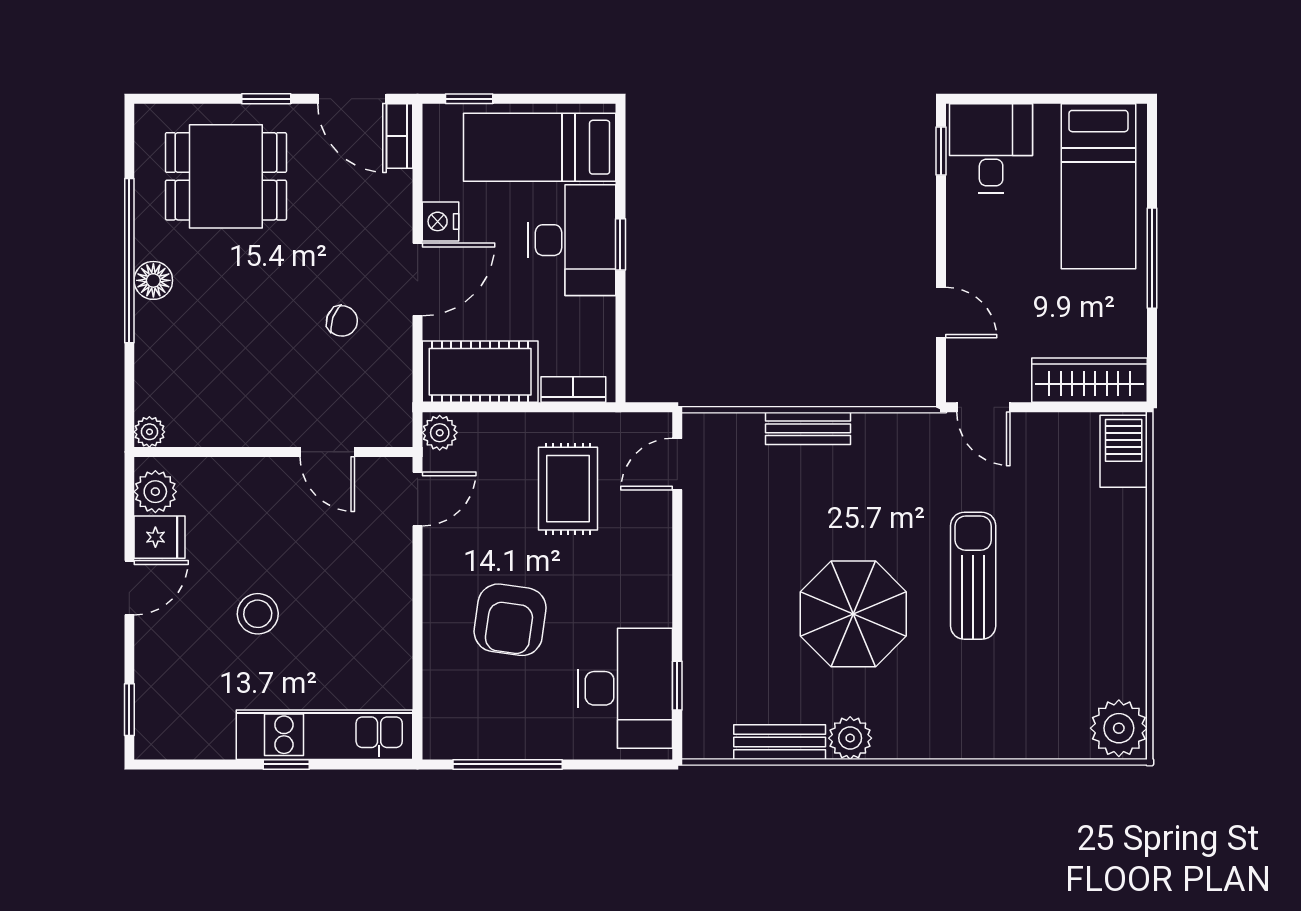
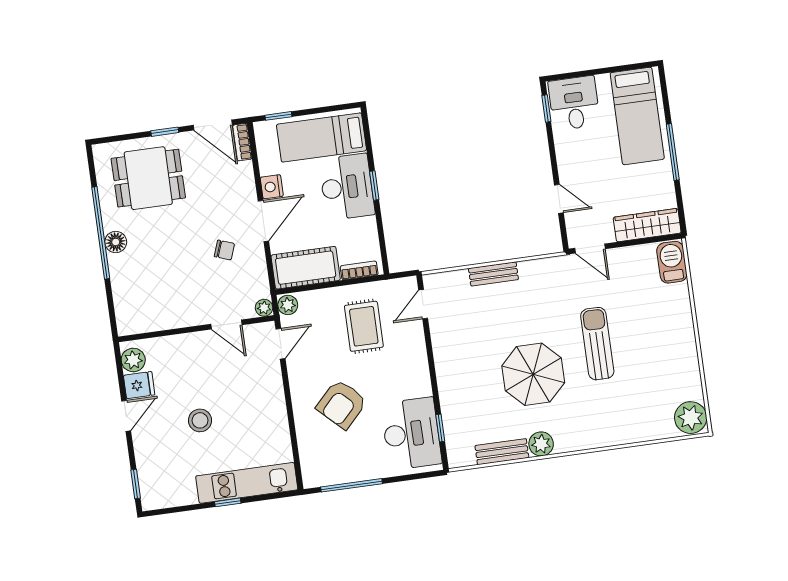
plant: (149, 432) -> (264, 308), moved
armchair: (510, 620) -> (342, 404), turned 36

